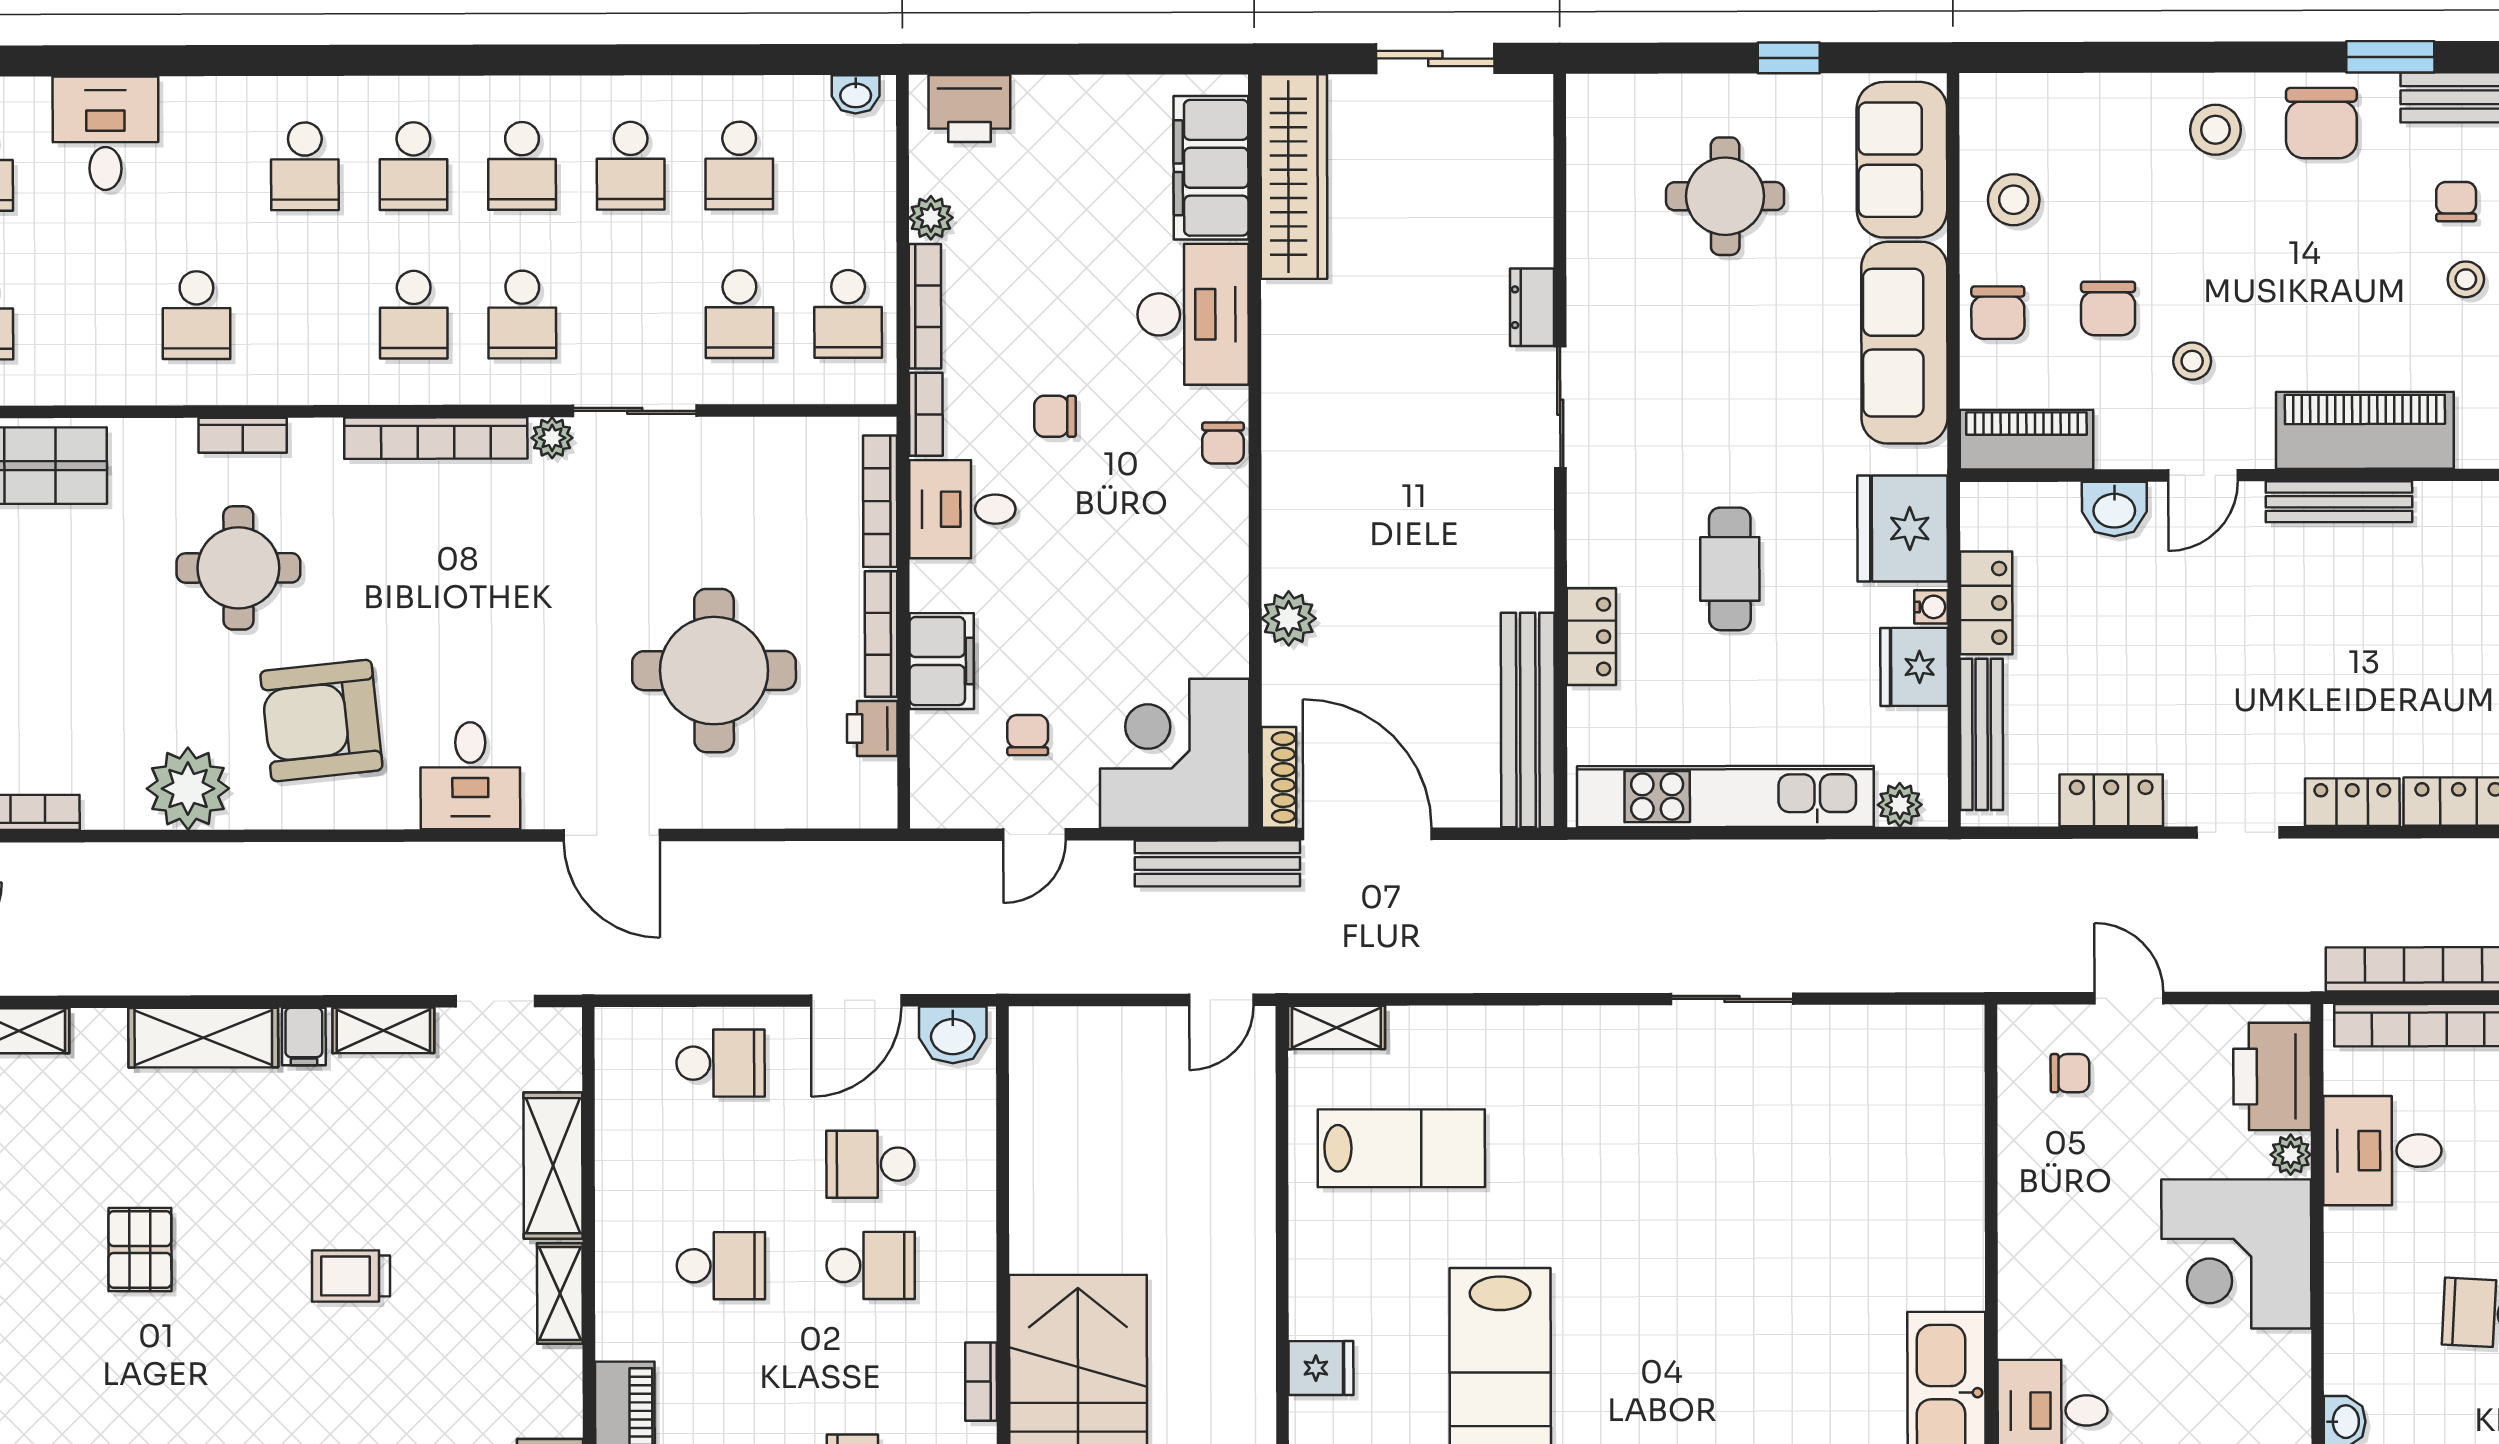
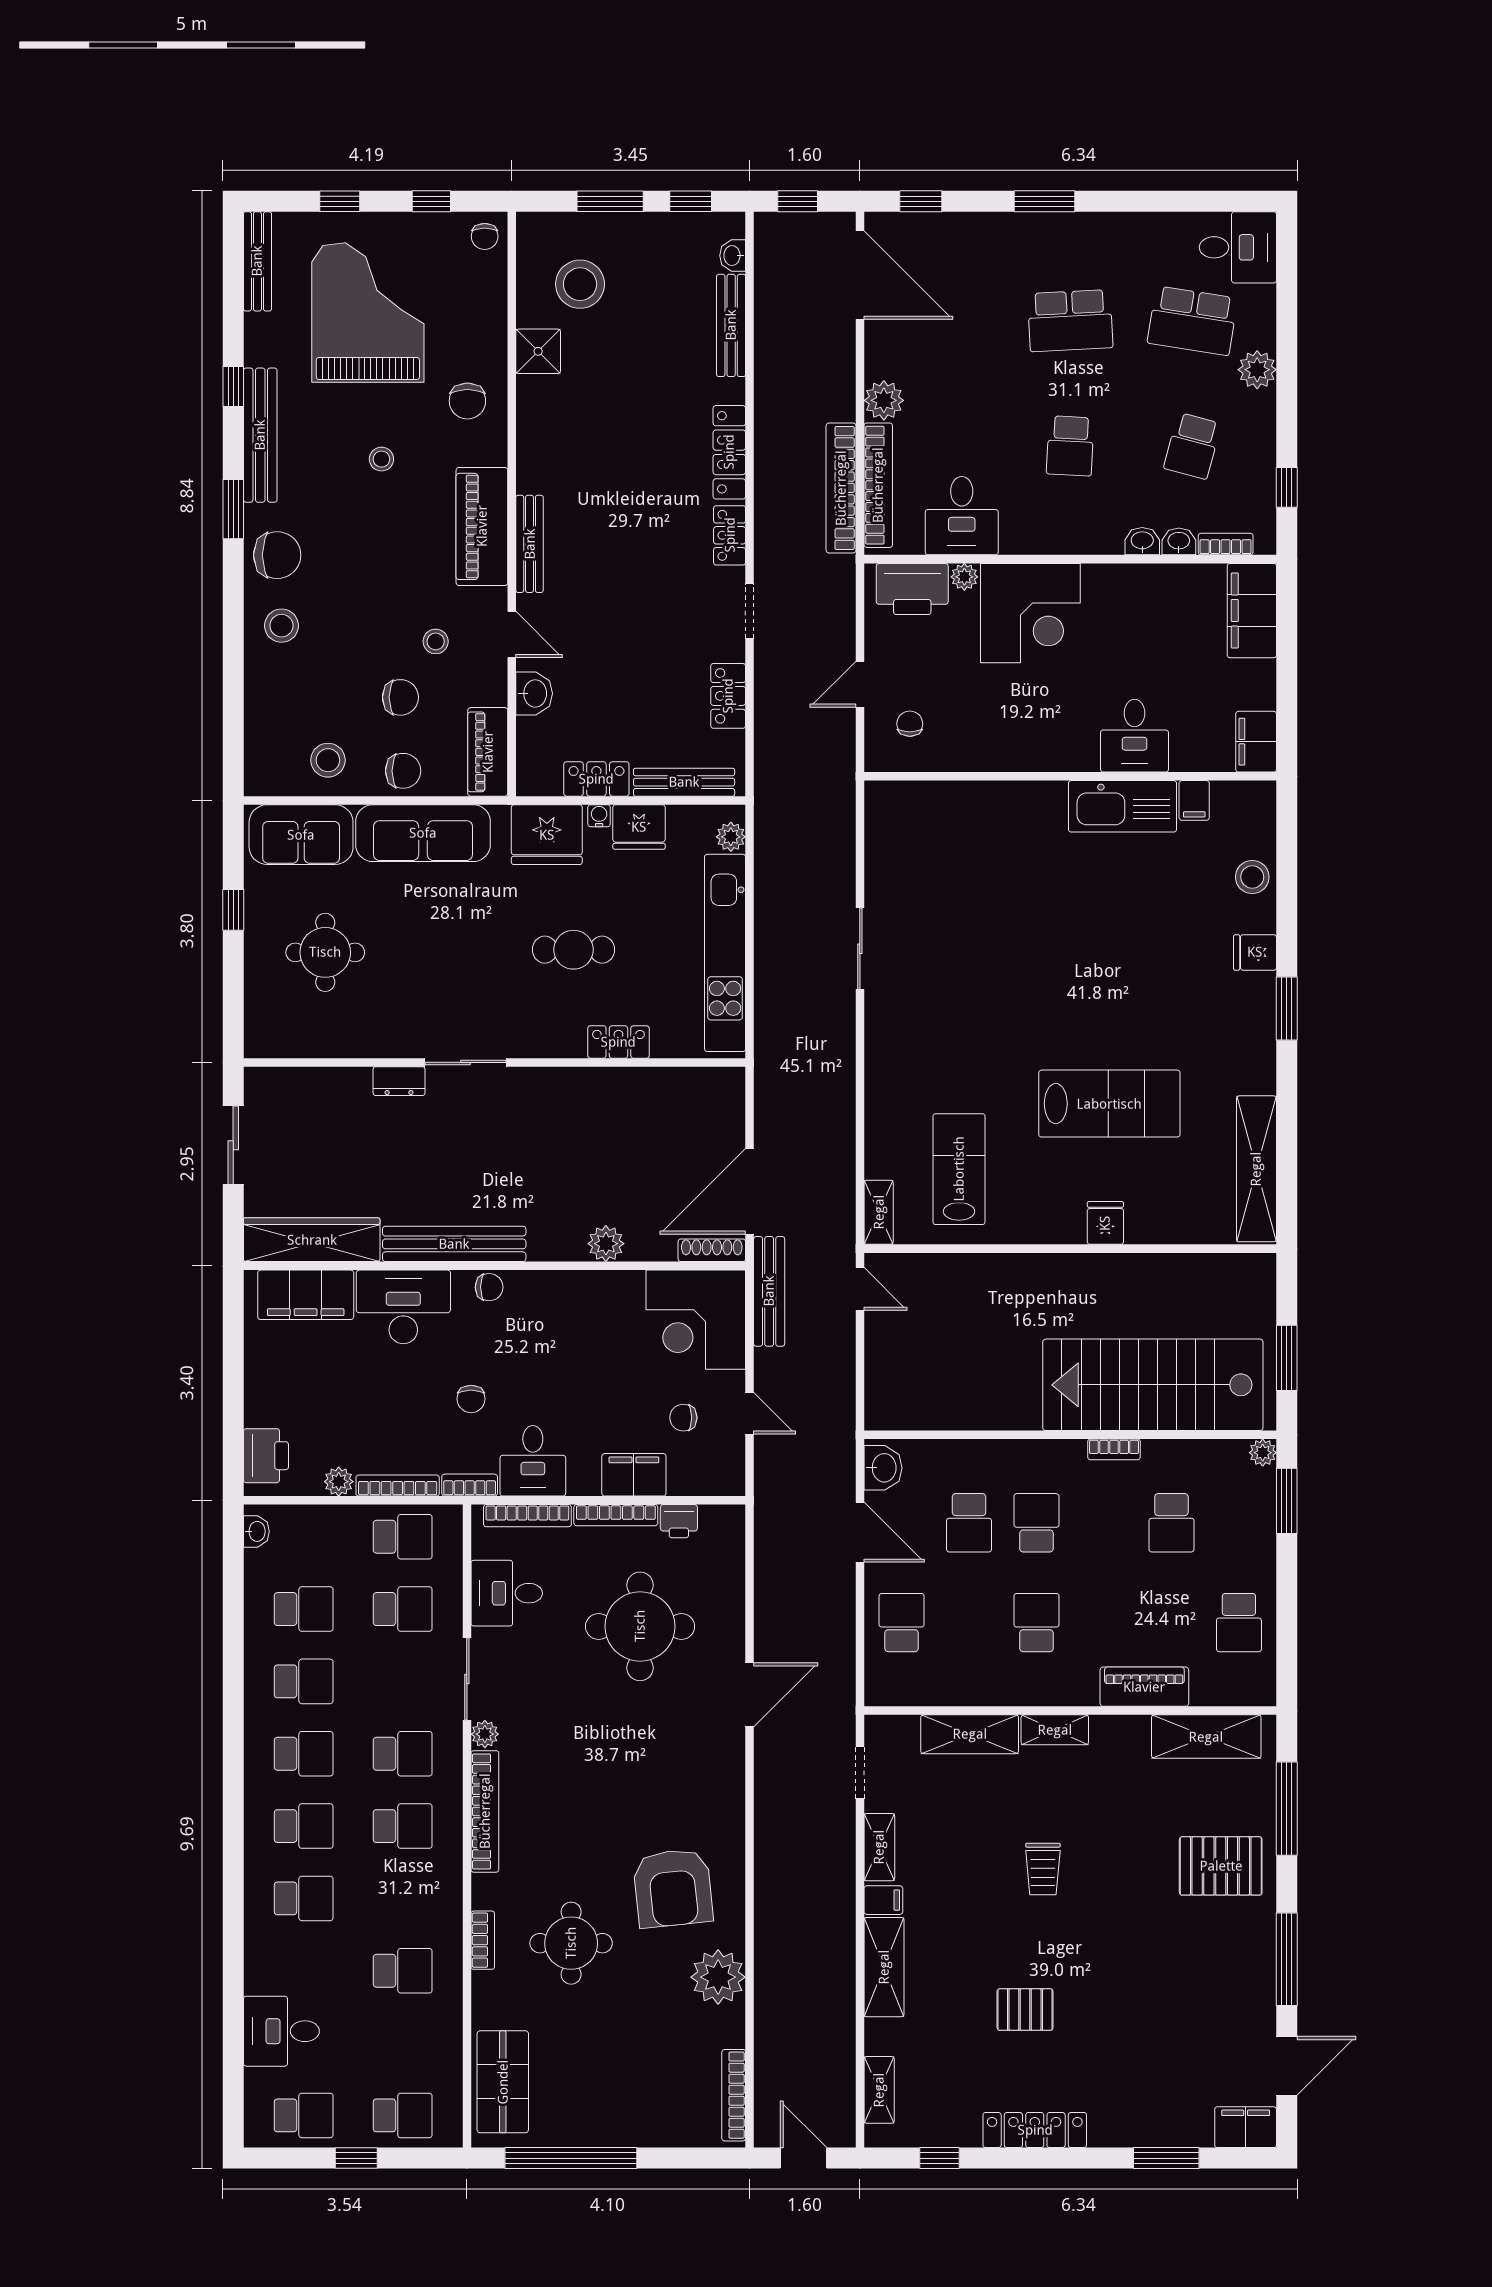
chair: (2456, 202) -> (330, 465), removed
bench: (1528, 720) -> (454, 1244), moved
desk: (470, 776) -> (507, 1593), moved, turned 180

